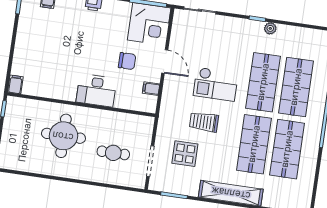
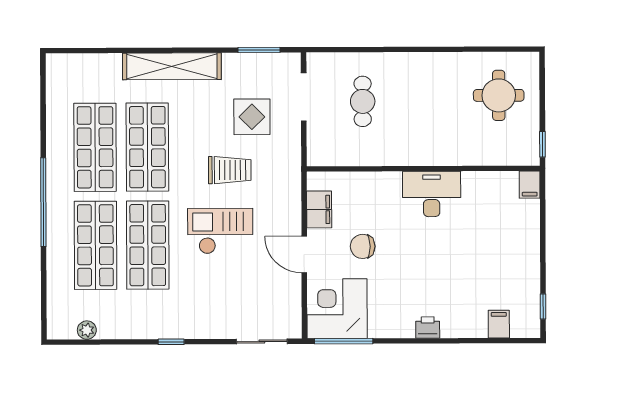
plant: (270, 28) -> (87, 330), moved
filing cabinet: (151, 89) -> (319, 209), width x2.00
desk: (96, 90) -> (432, 194), moved
round table: (63, 136) -> (499, 95), moved, width x0.73, depth x0.73
cafe table: (113, 153) -> (363, 101), turned 90

